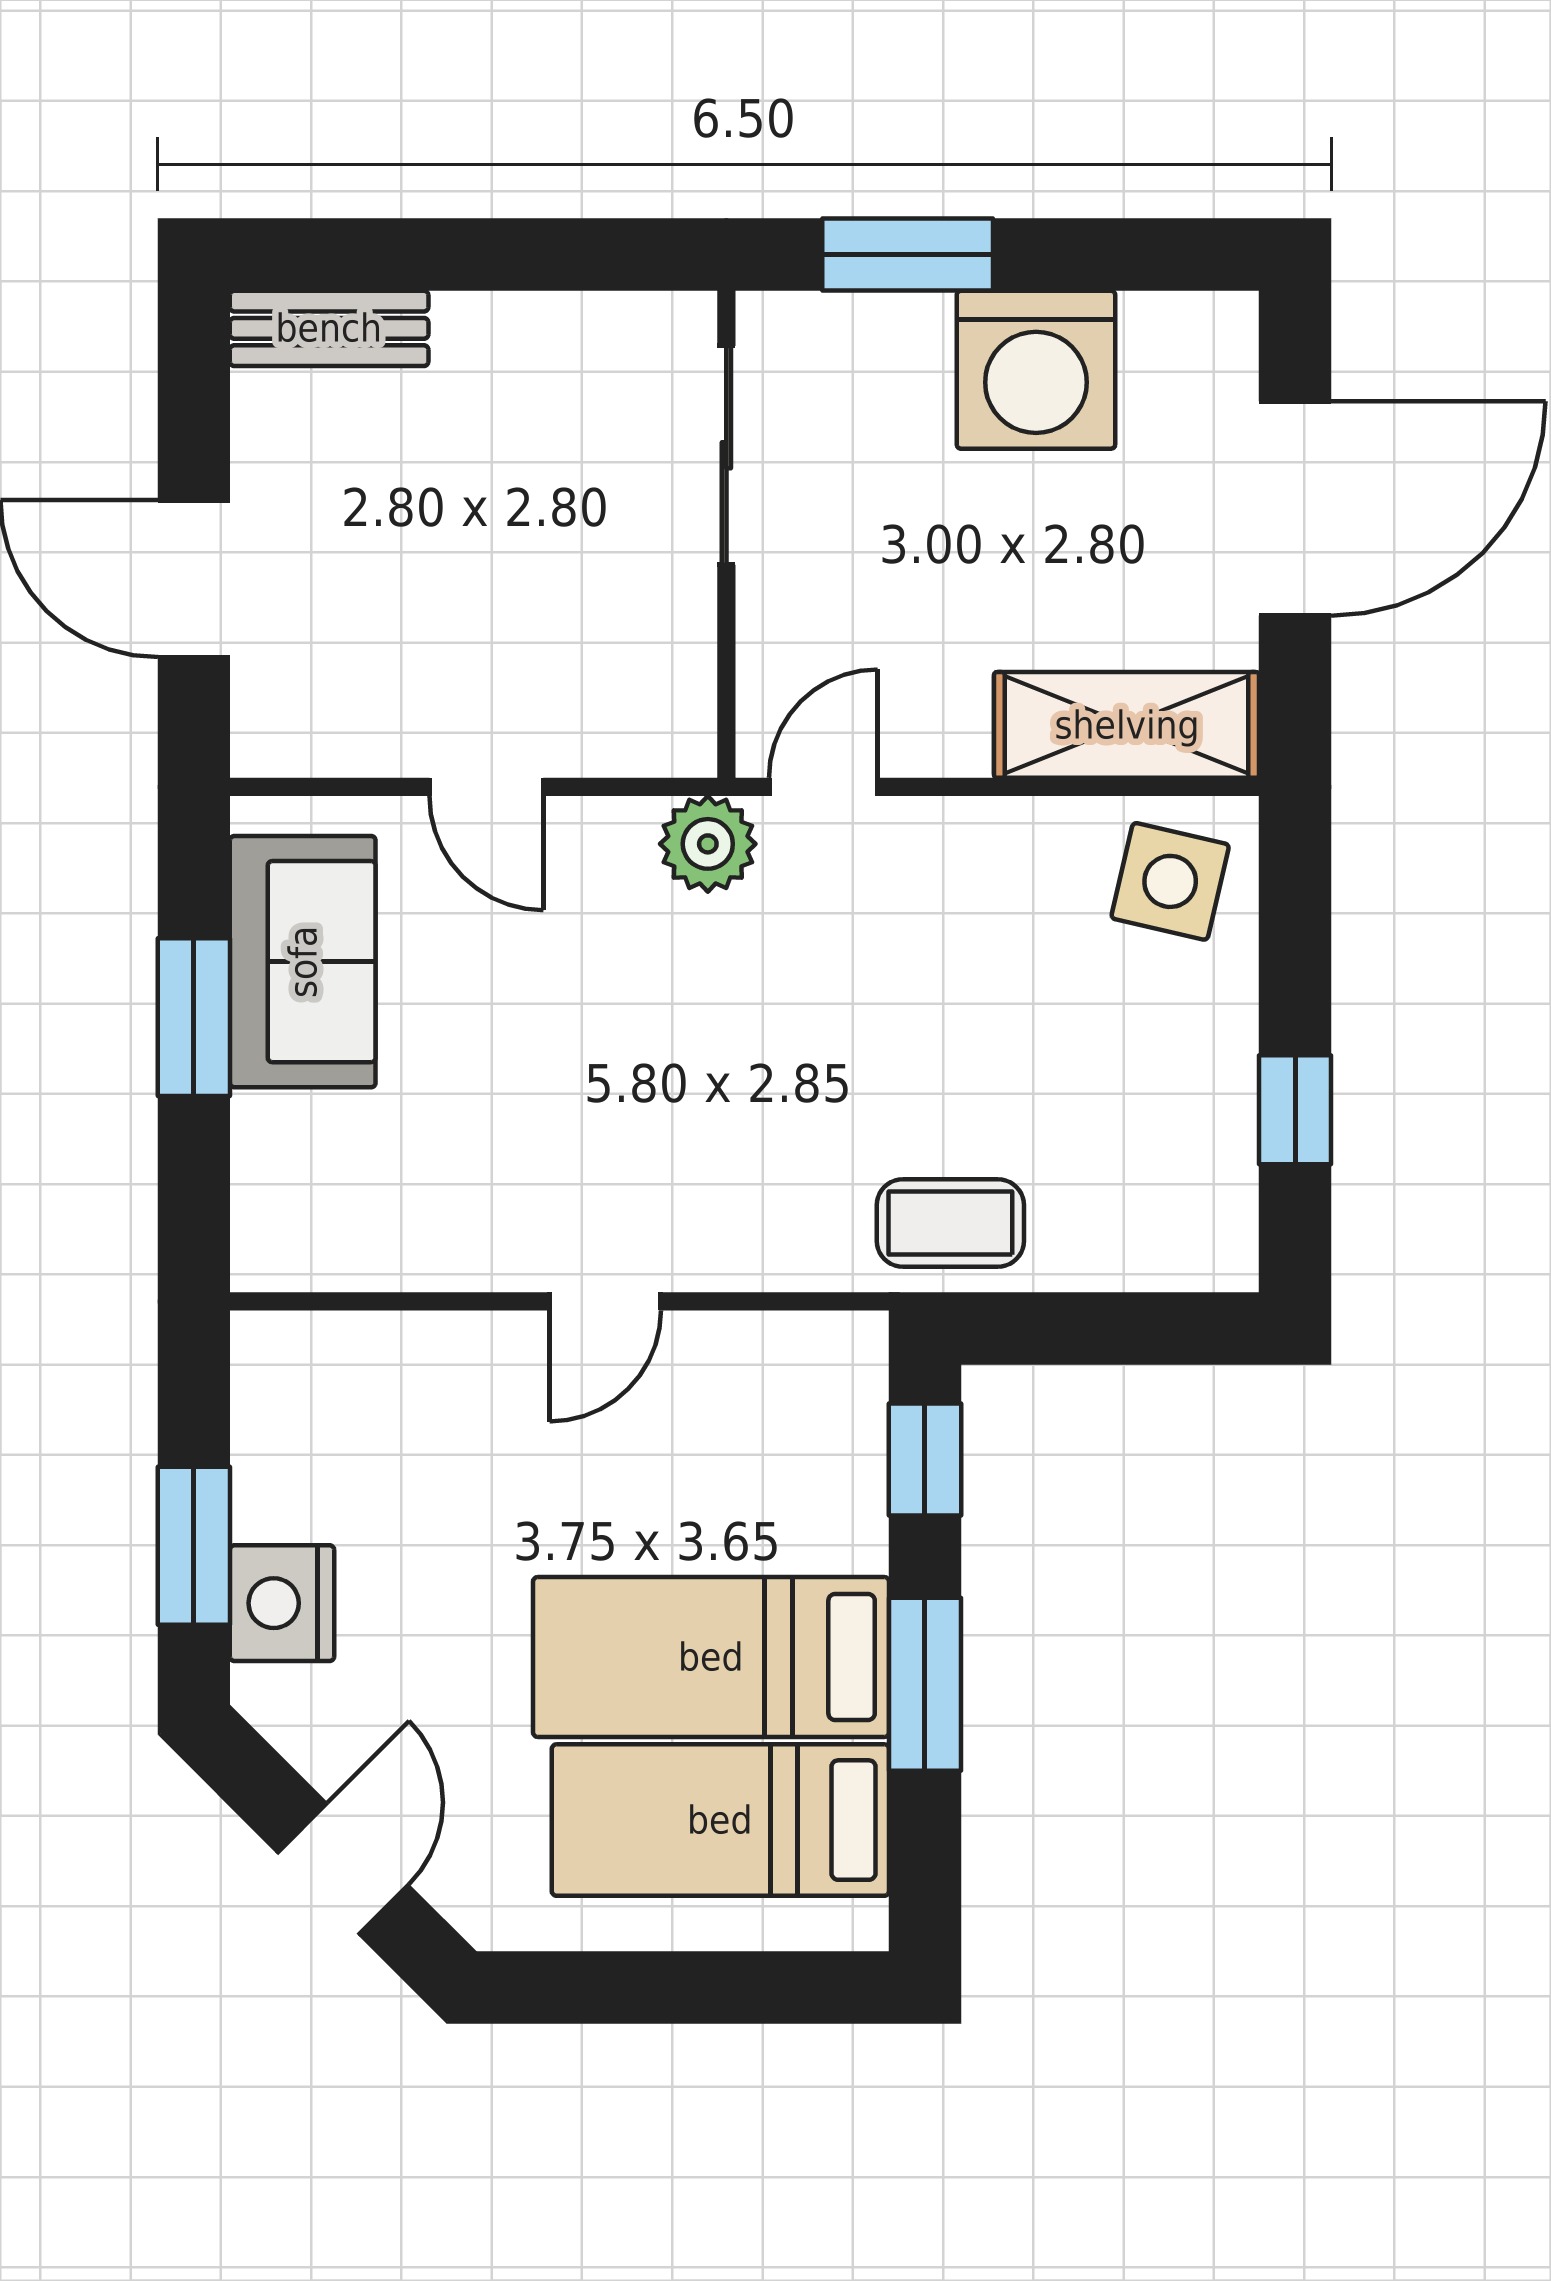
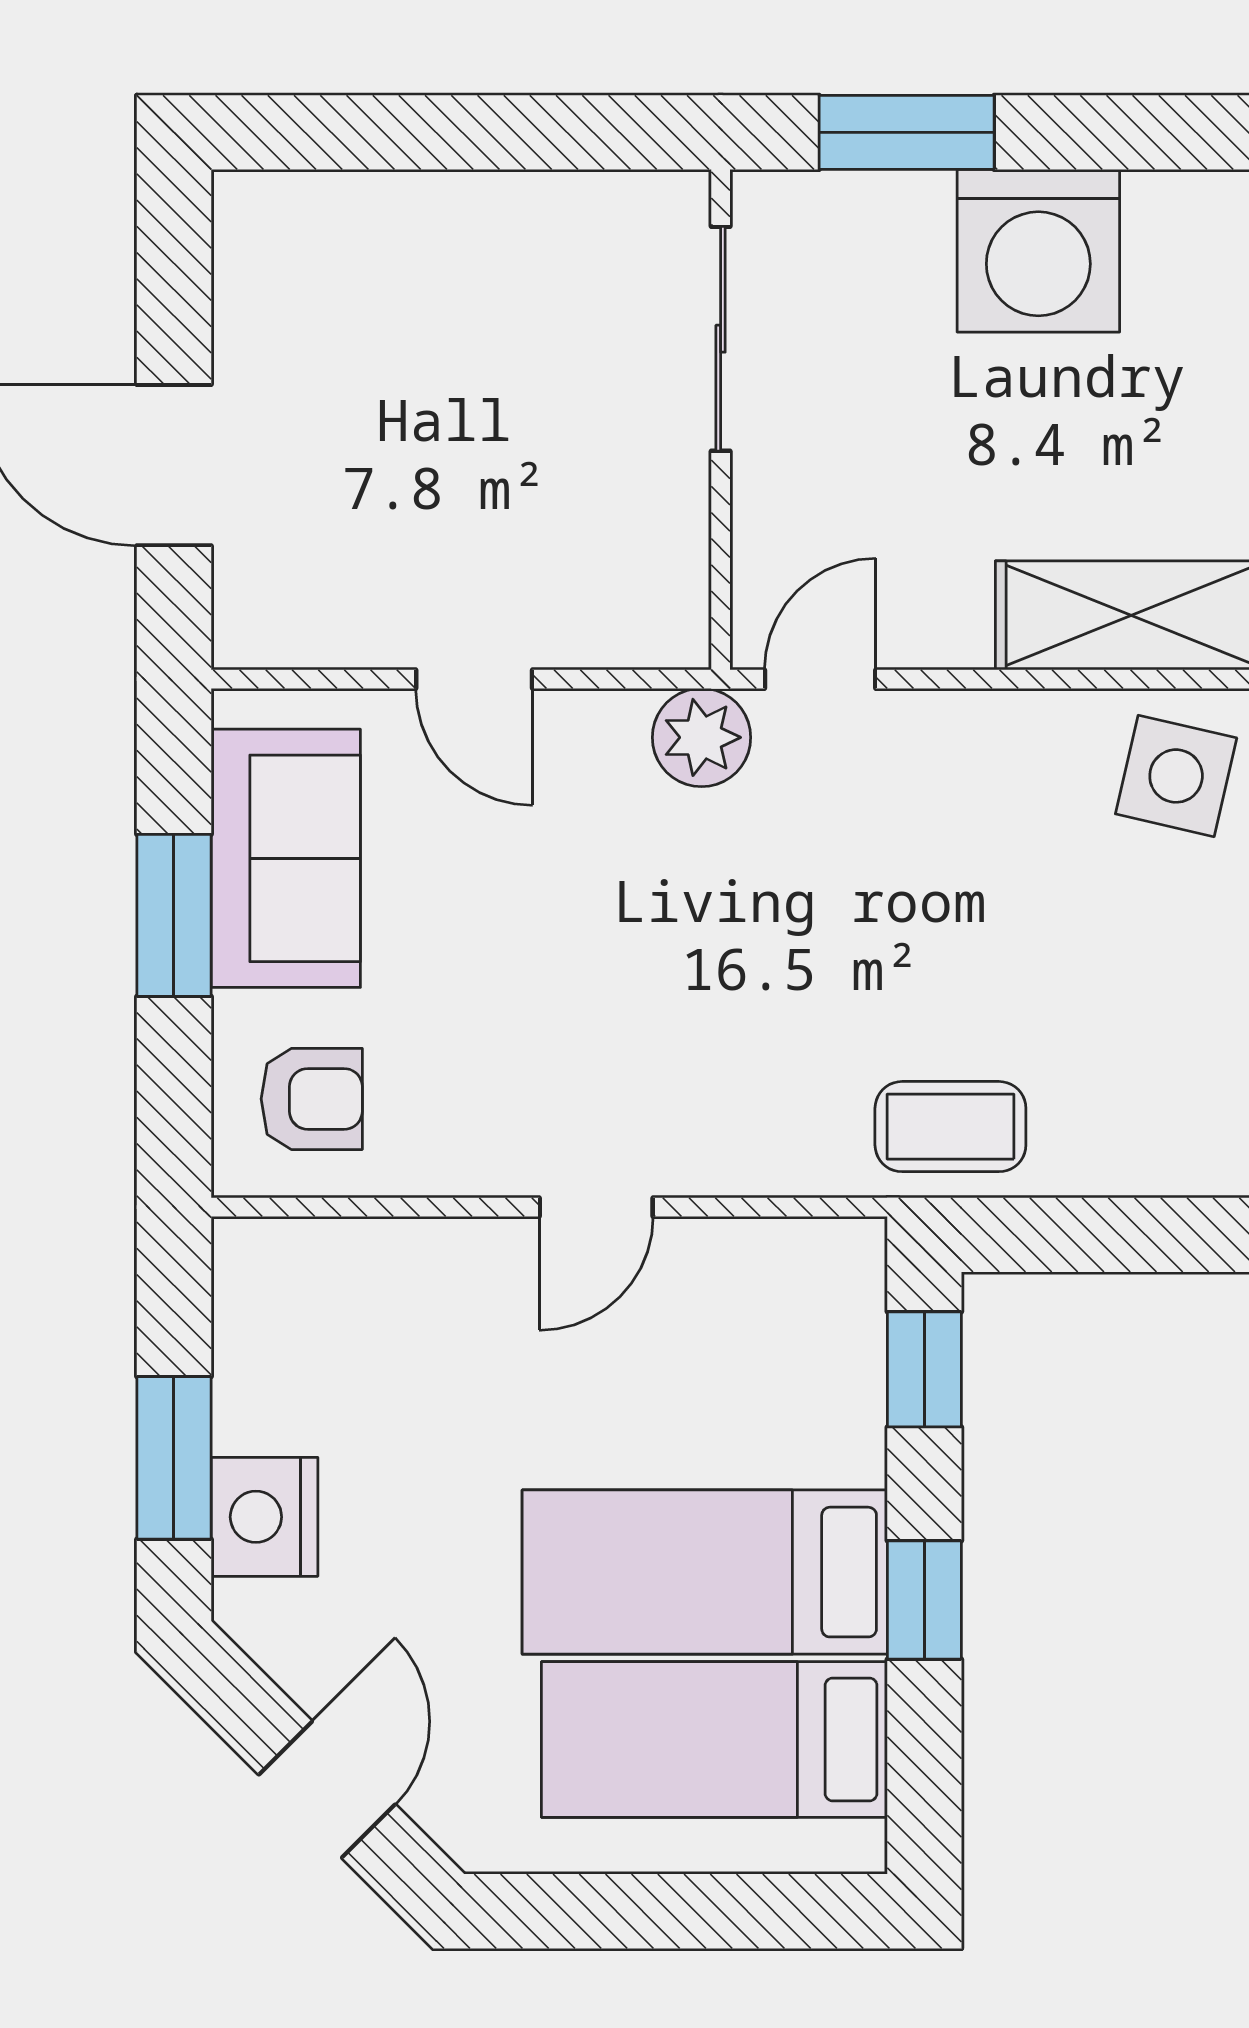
bench: (329, 328) -> (313, 208), removed
armchair: (328, 1196) -> (312, 1099), added
window: (925, 1684) -> (924, 1600), width x0.67

